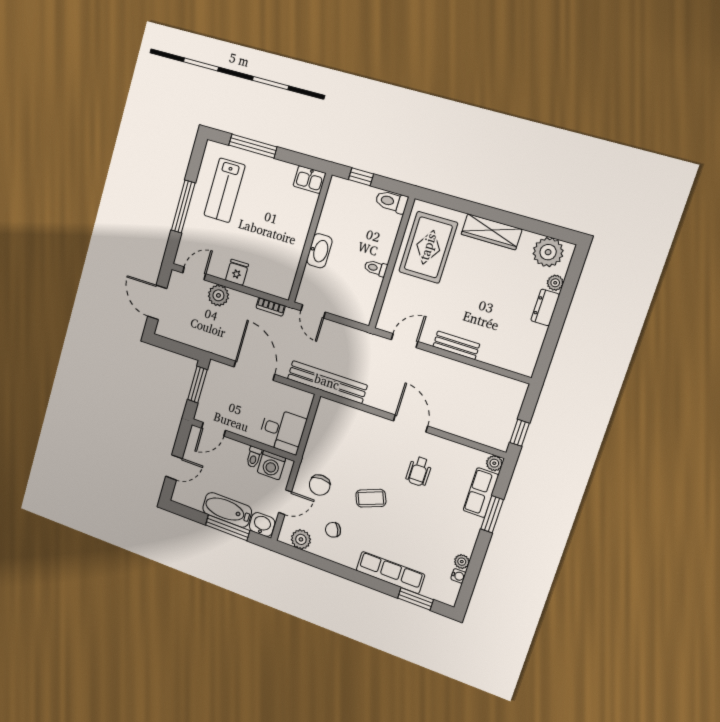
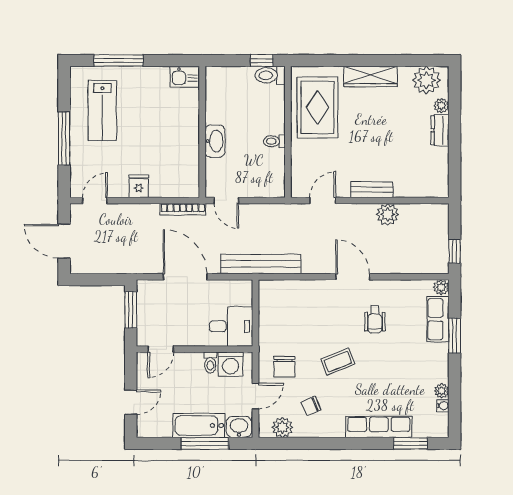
window: (361, 177) -> (262, 61), moved
plant: (218, 295) -> (388, 214), moved
bookcase: (271, 307) -> (183, 209), width x1.56

